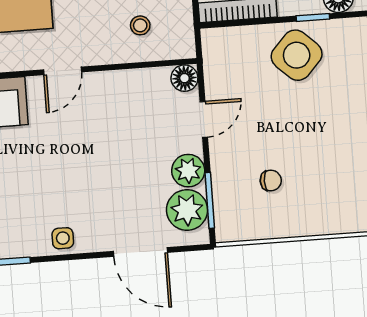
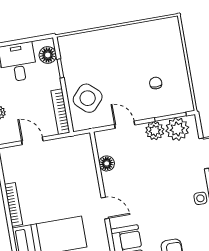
stool: (140, 25) -> (75, 166), removed
side table: (297, 55) -> (88, 98), moved
floor lamp: (184, 78) -> (107, 163), moved

